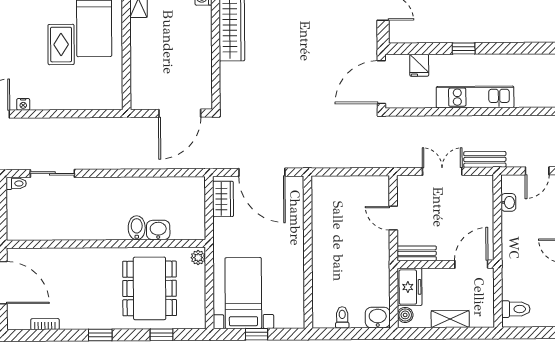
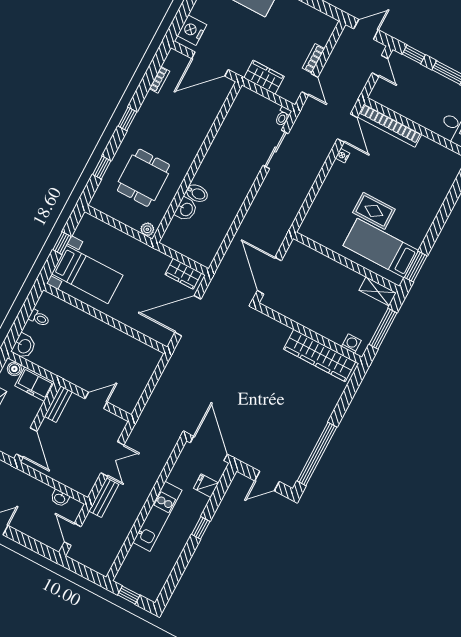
dining table: (150, 288) -> (143, 178), width x0.73
bed with nightstands: (243, 293) -> (87, 275), moved

